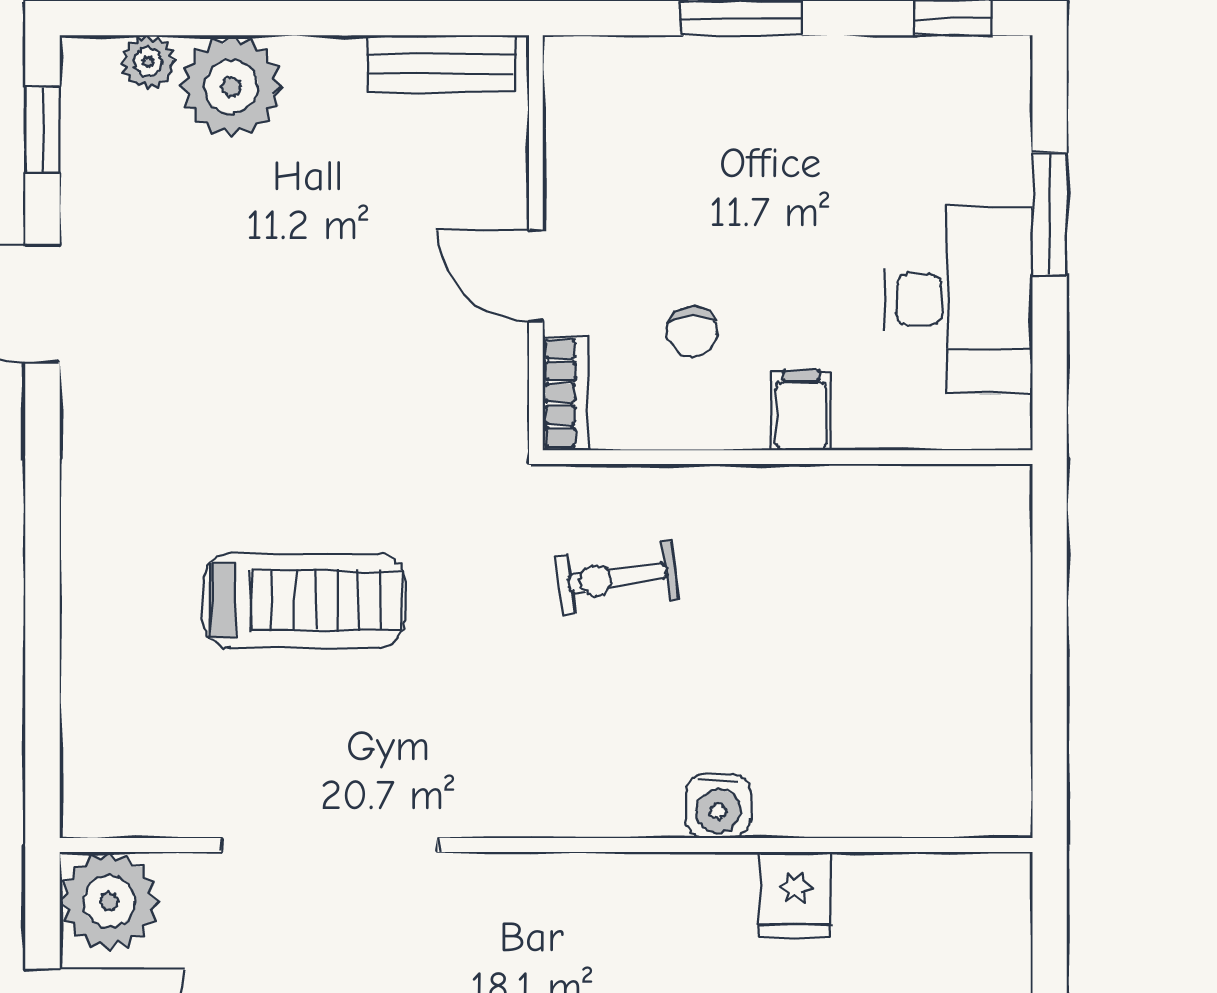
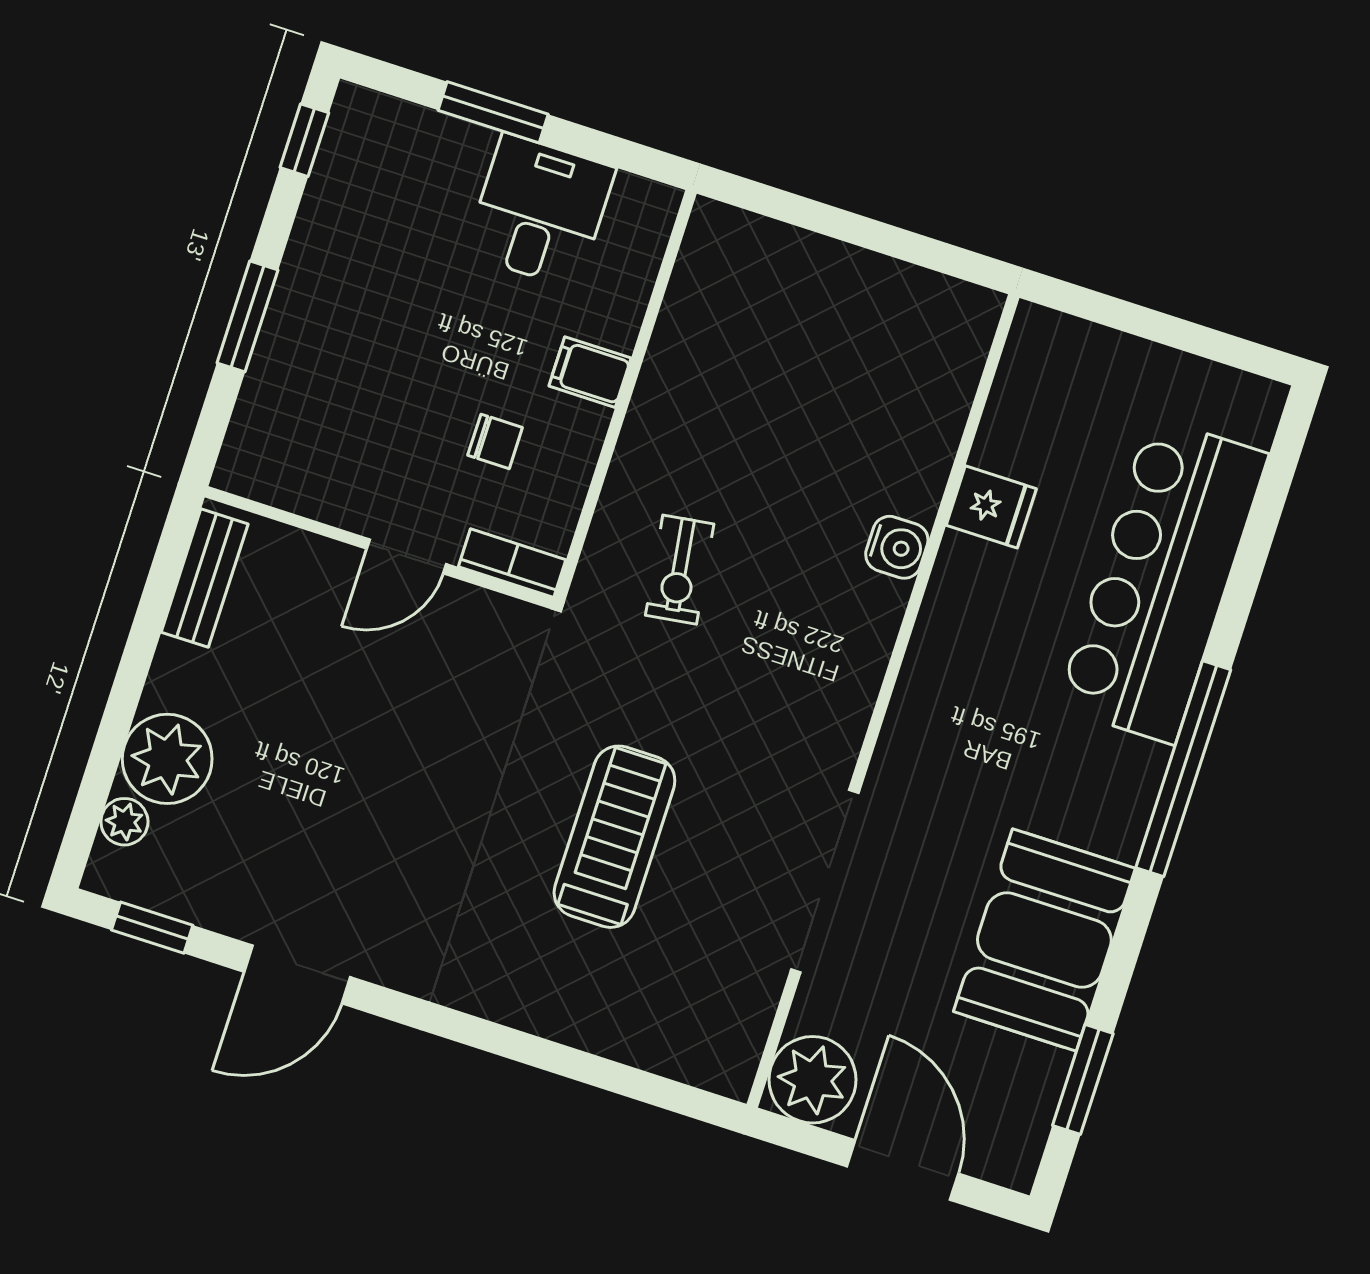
desk: (959, 300) -> (540, 211), width x0.73

